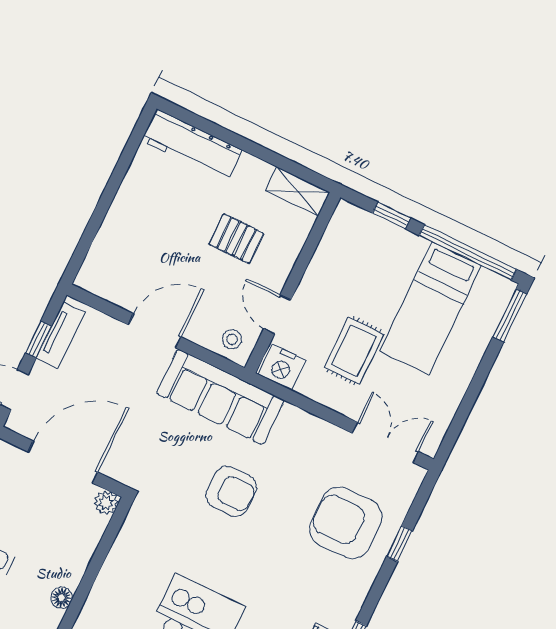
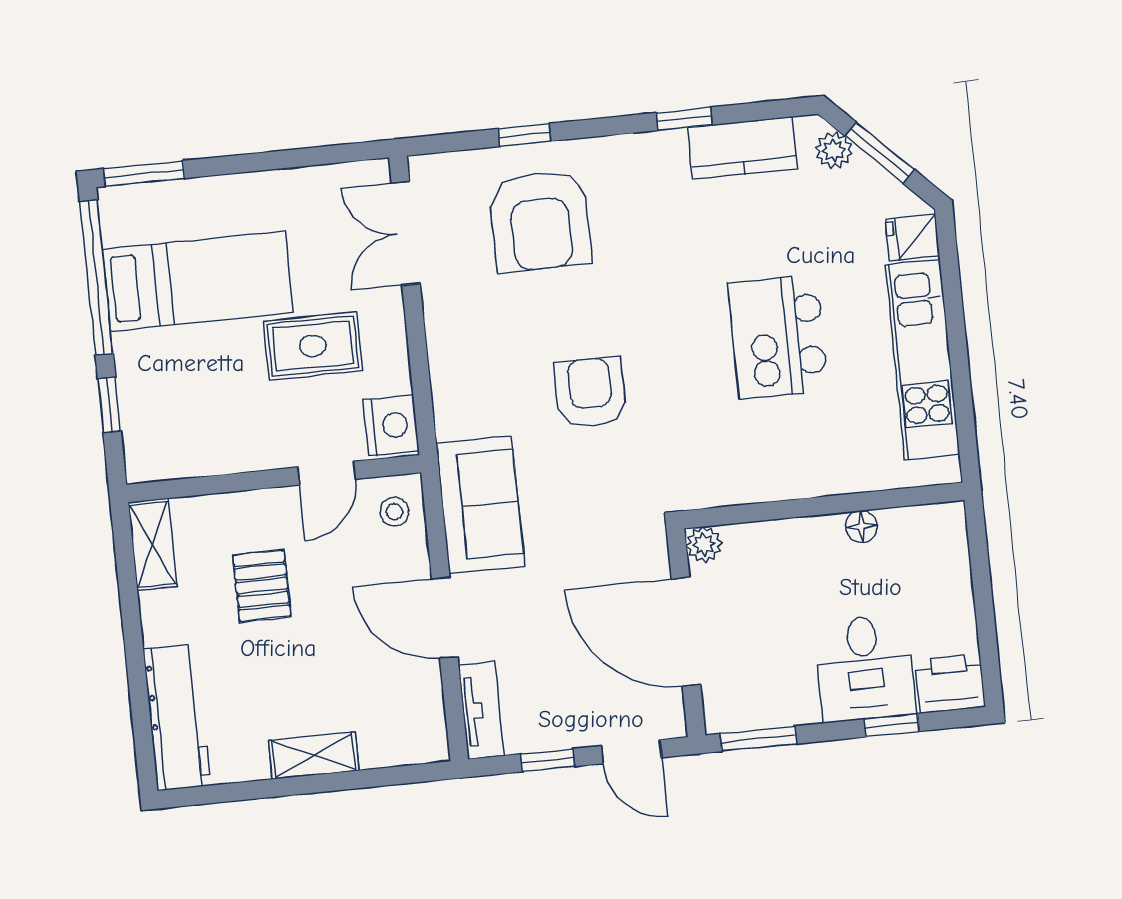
shelving: (122, 209) -> (314, 755), added
tv unit: (61, 335) -> (481, 710), moved, turned 90
sofa: (220, 397) -> (480, 505), width x0.73

